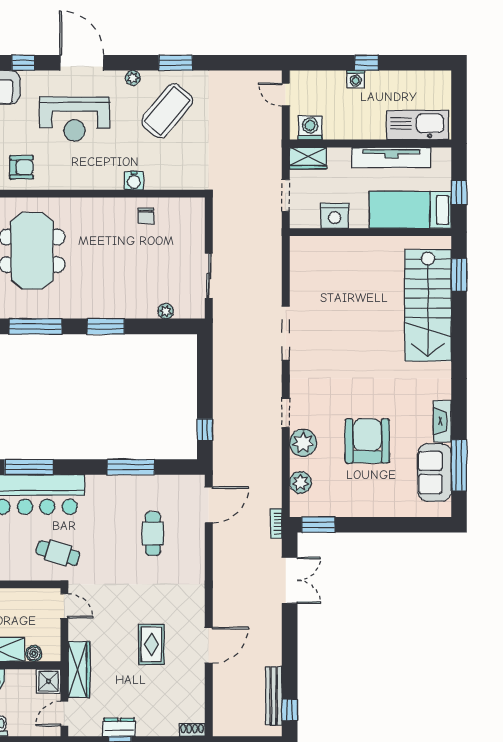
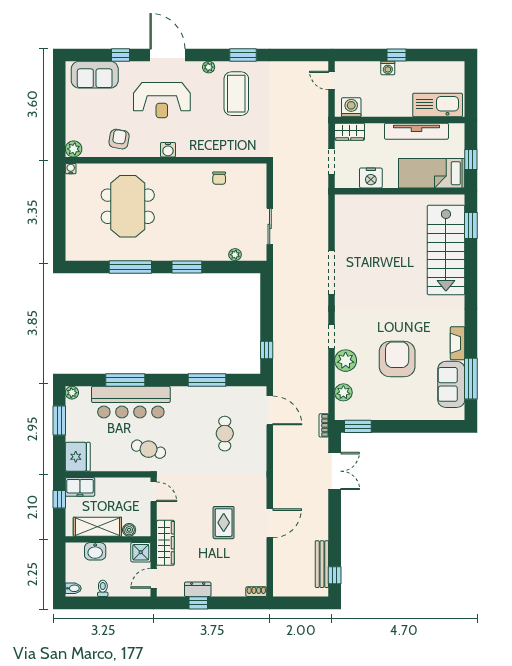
coffee table: (167, 111) -> (236, 94), turned -40
armchair: (21, 167) -> (119, 139), turned -80
water cooler: (134, 181) -> (168, 150), moved
door: (209, 505) -> (270, 410), hinge flipped

